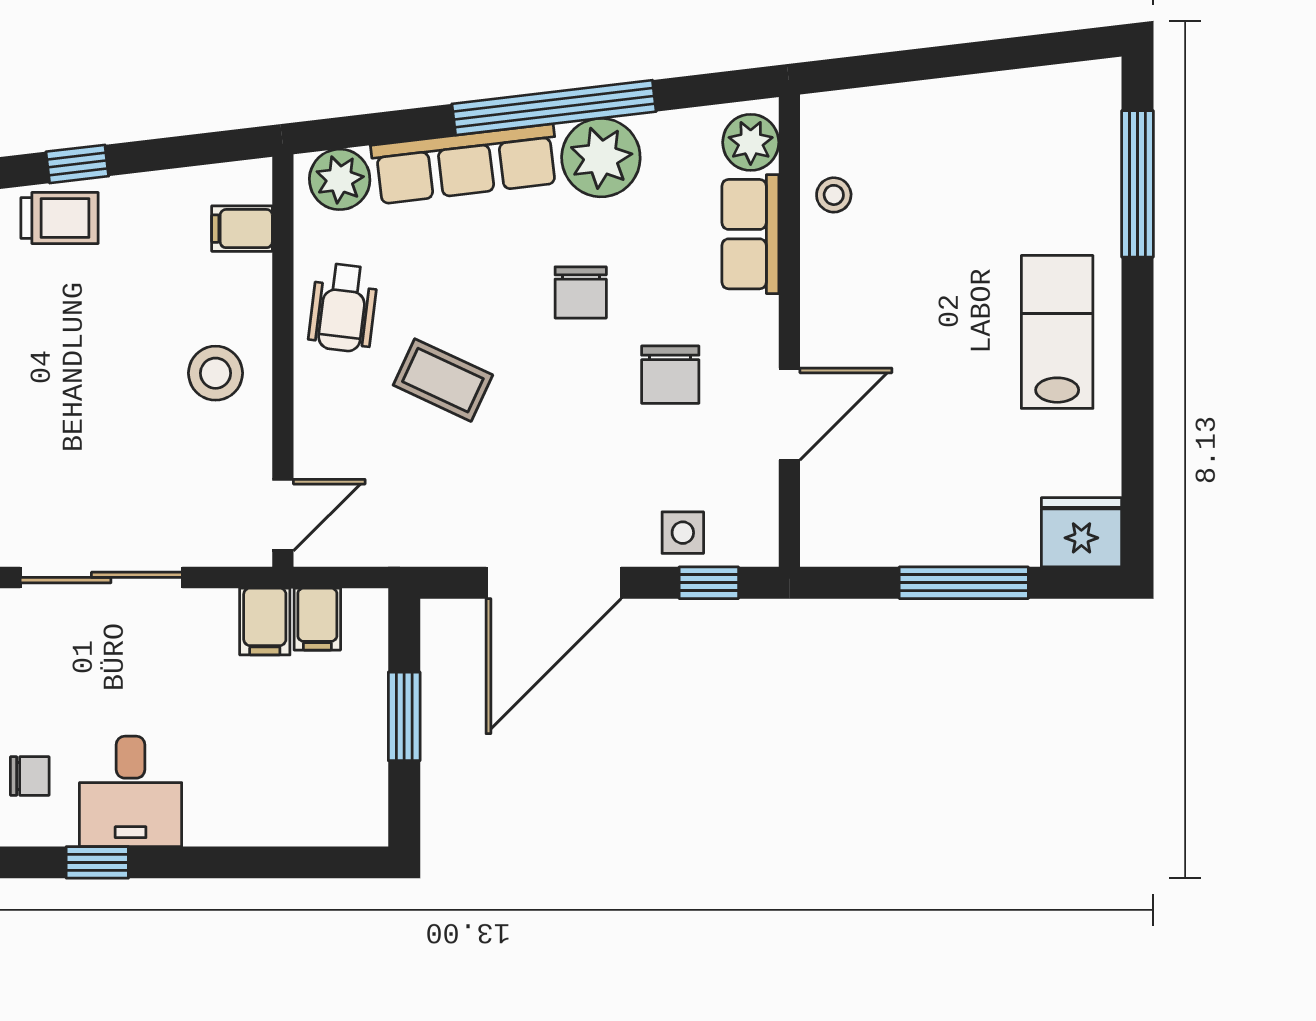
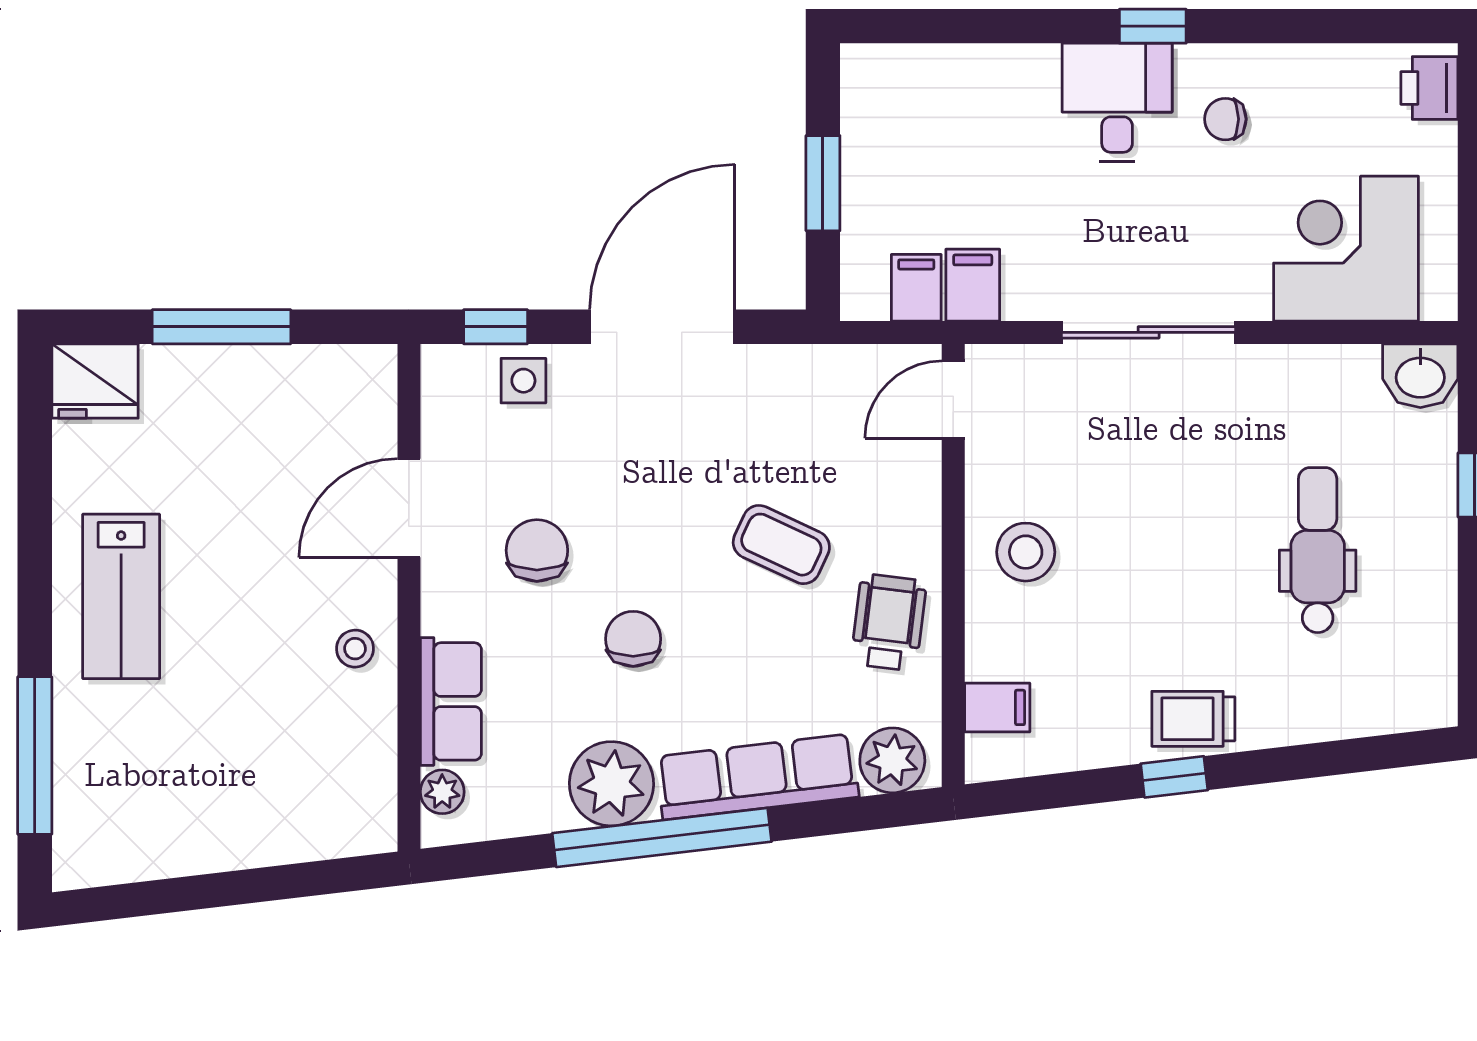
plant: (751, 142) -> (442, 792), width x0.73, depth x0.73
stool: (834, 195) -> (355, 649), moved

